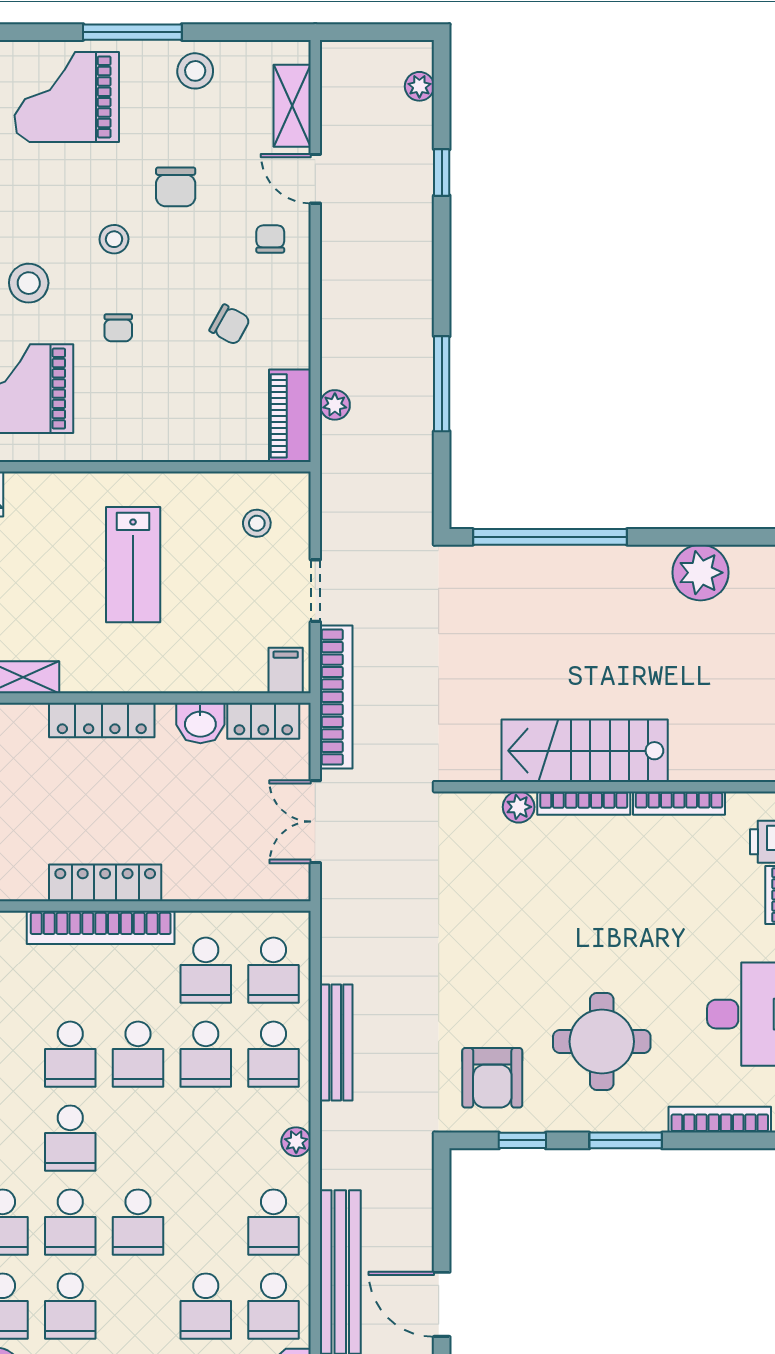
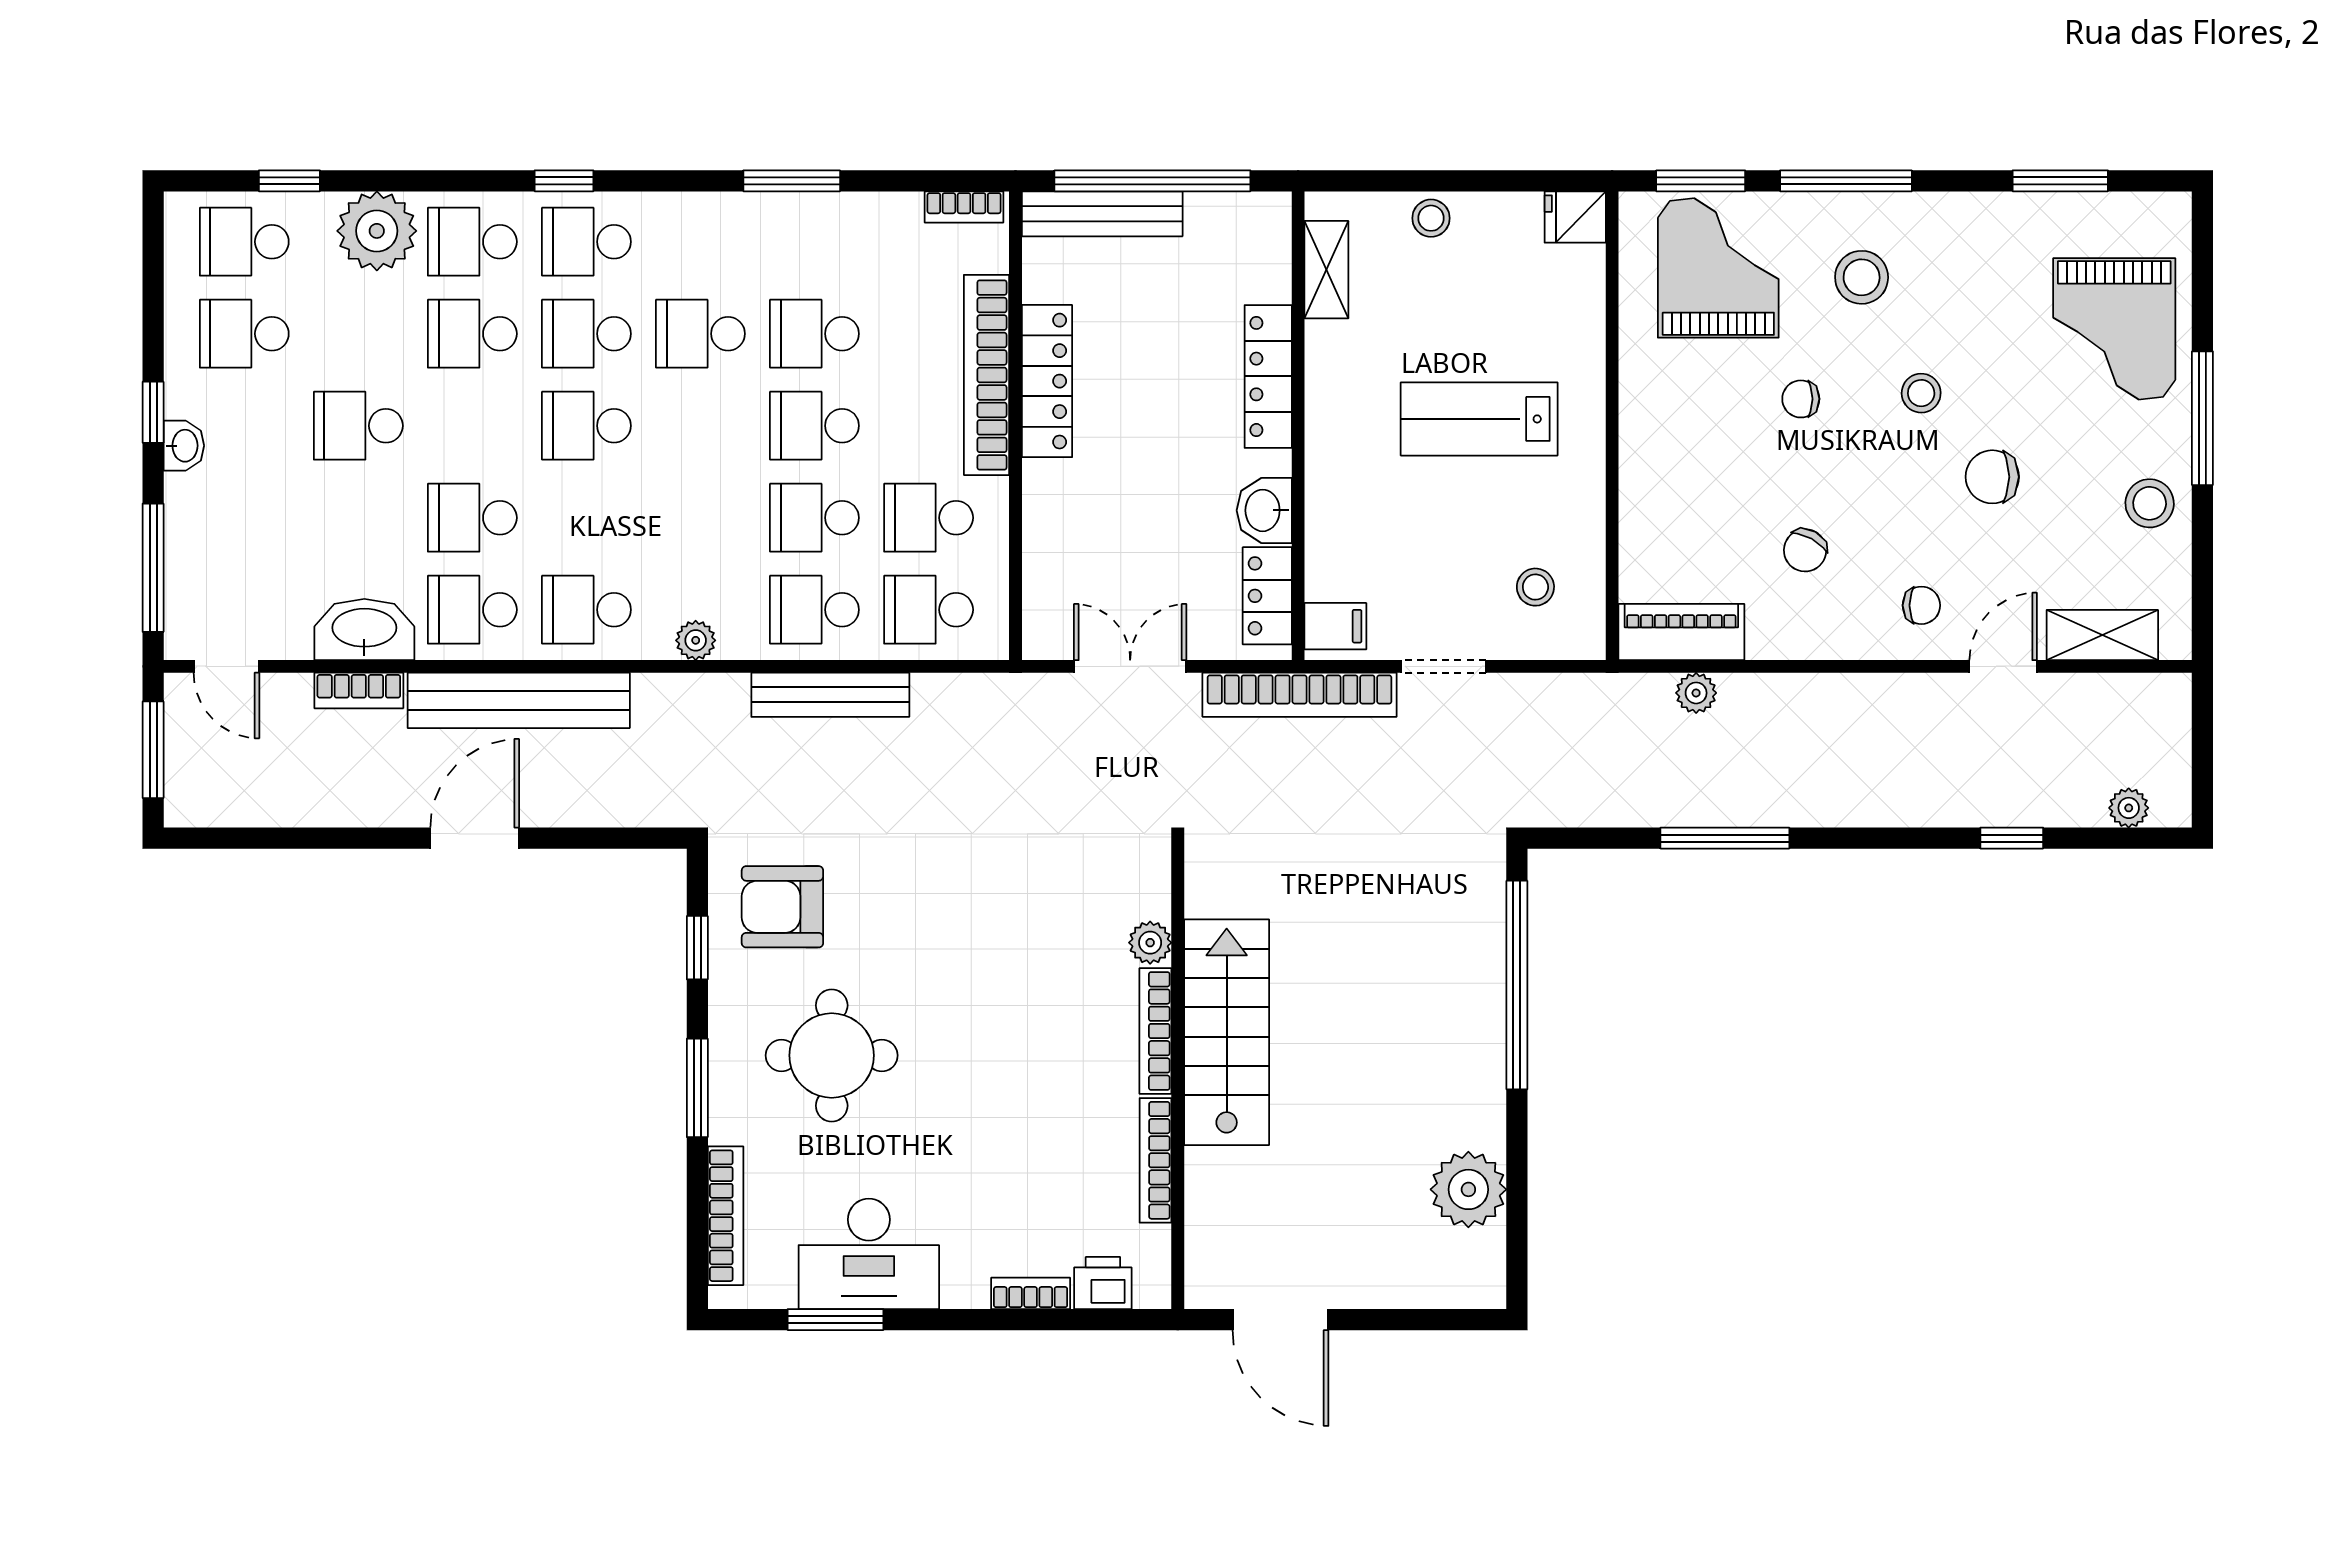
grand piano: (67, 97) -> (2114, 329), turned 180

